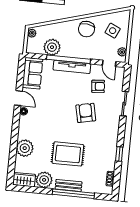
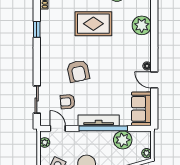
sliding door: (124, 104) -> (37, 100), moved

